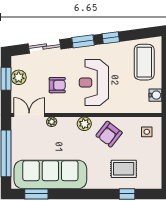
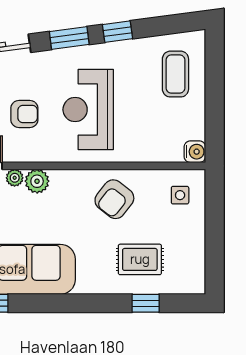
coffee table: (144, 62) -> (175, 74), width x0.73, depth x0.76
water cooler: (155, 95) -> (195, 152), moved
plant: (84, 124) -> (37, 181), moved

